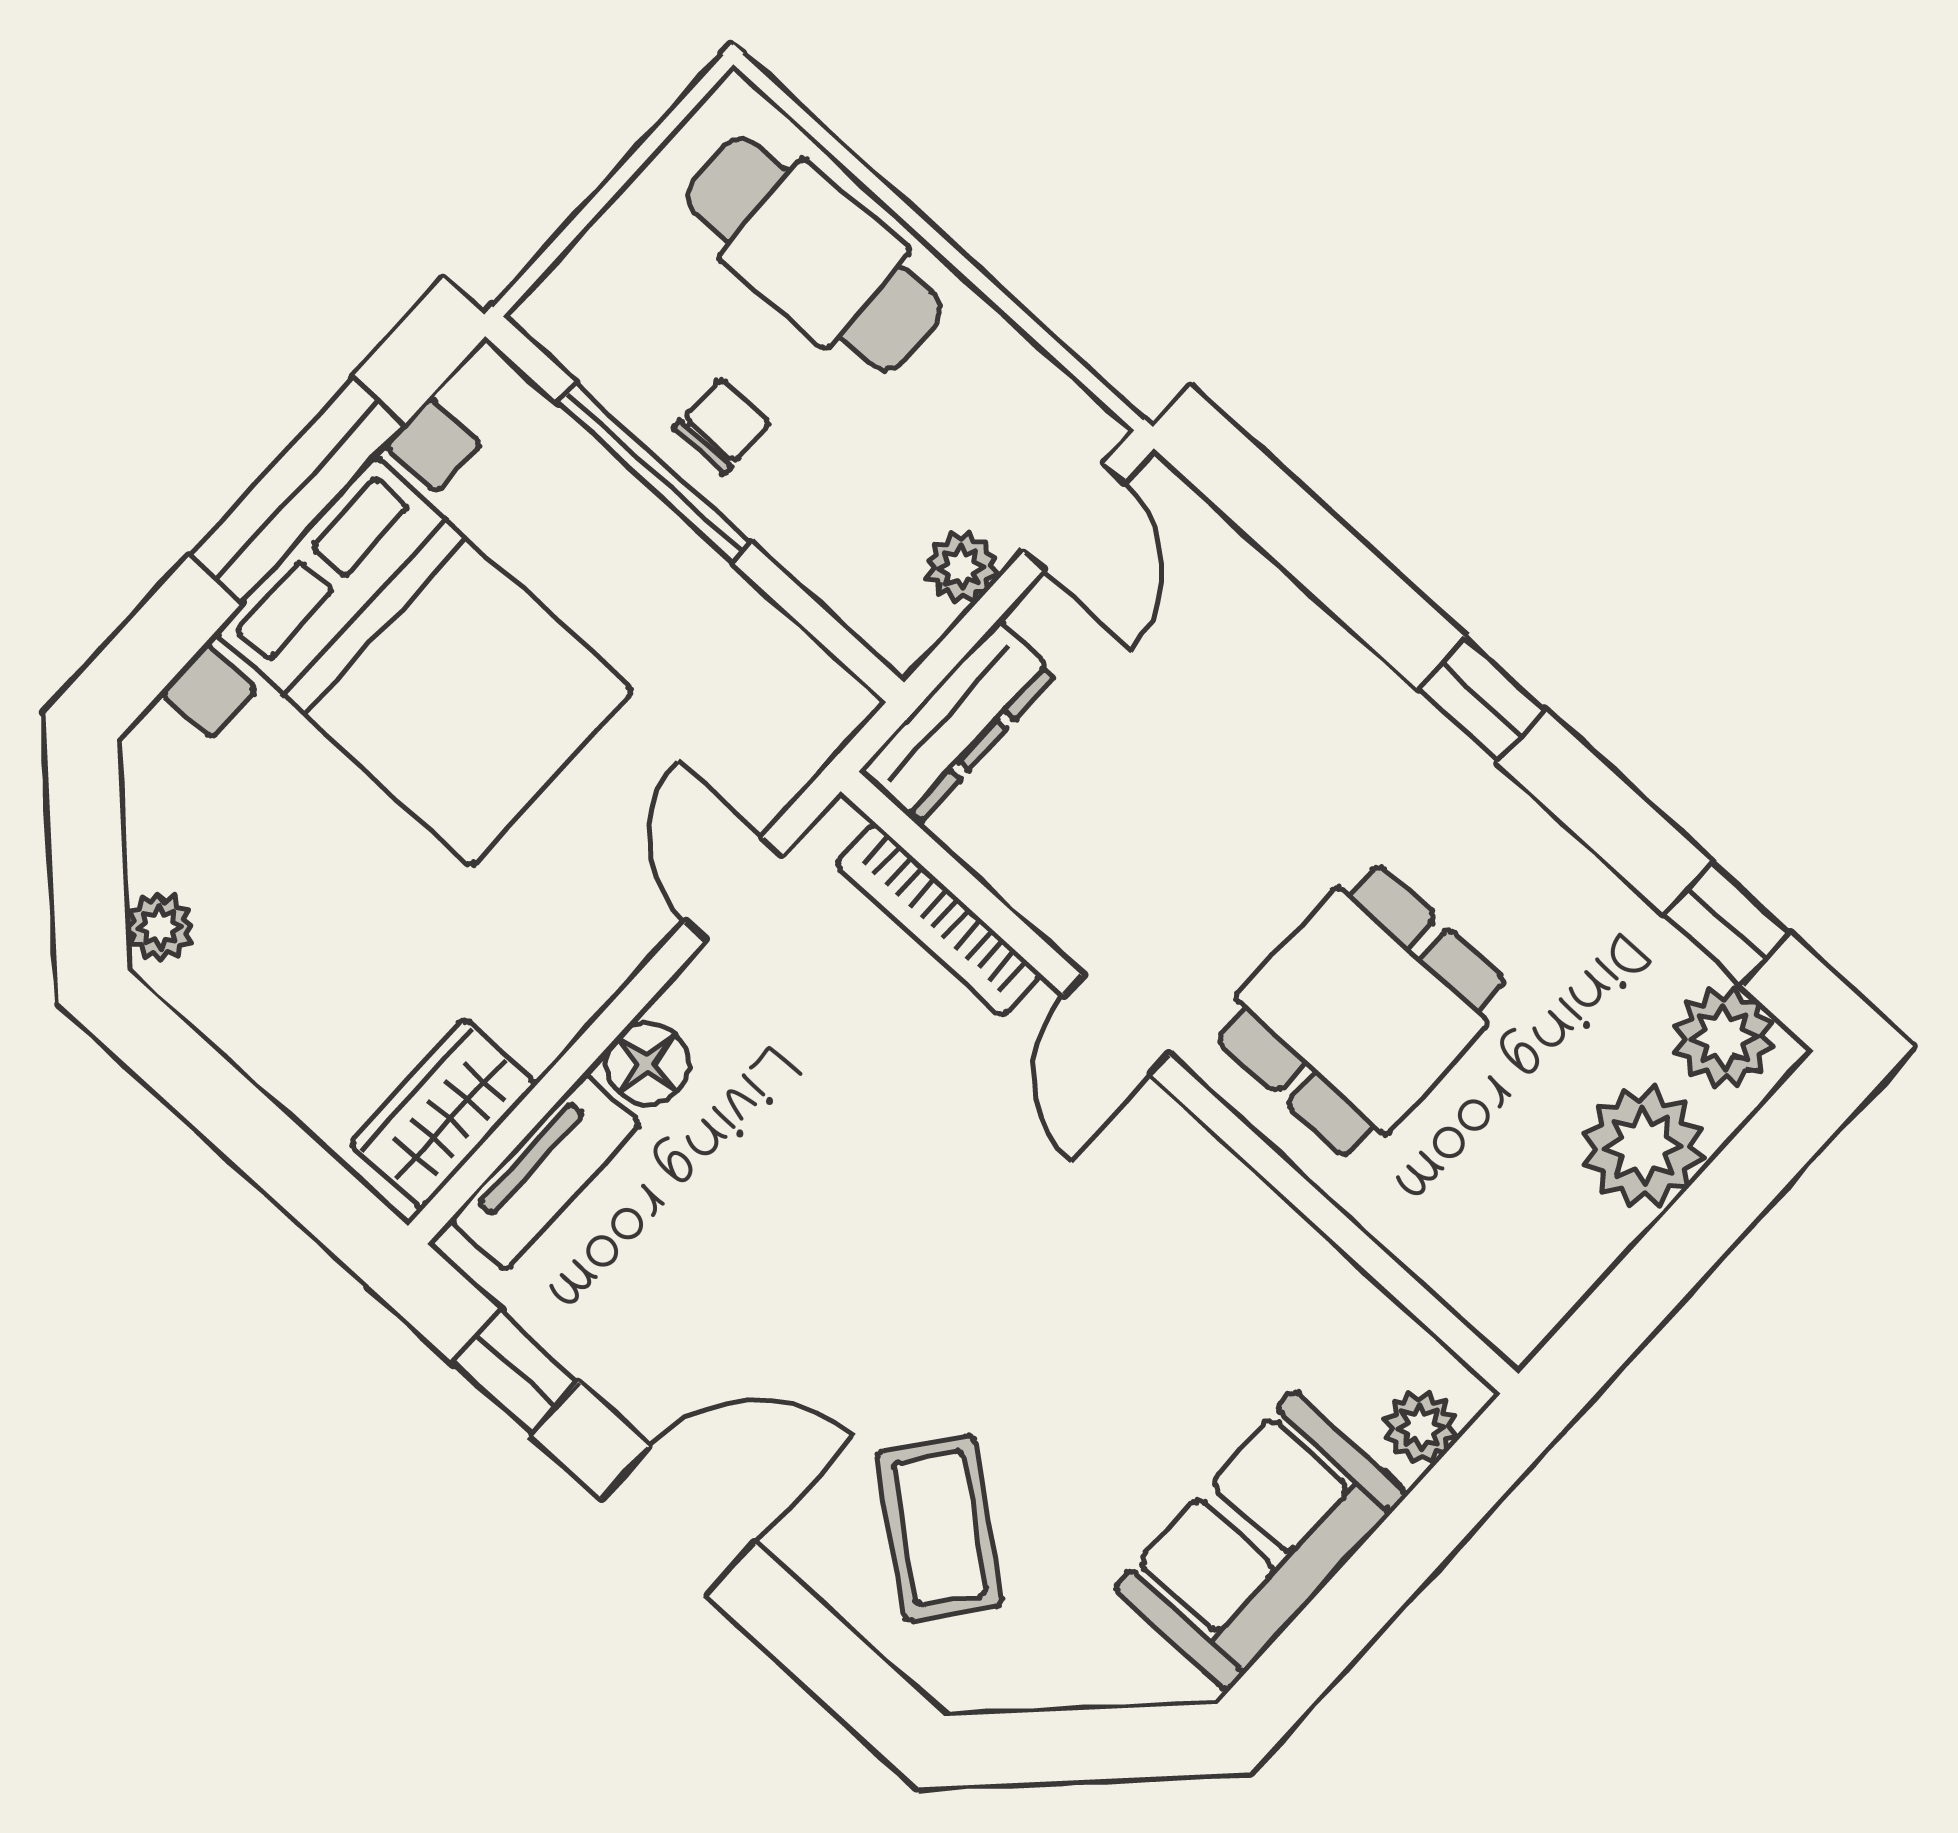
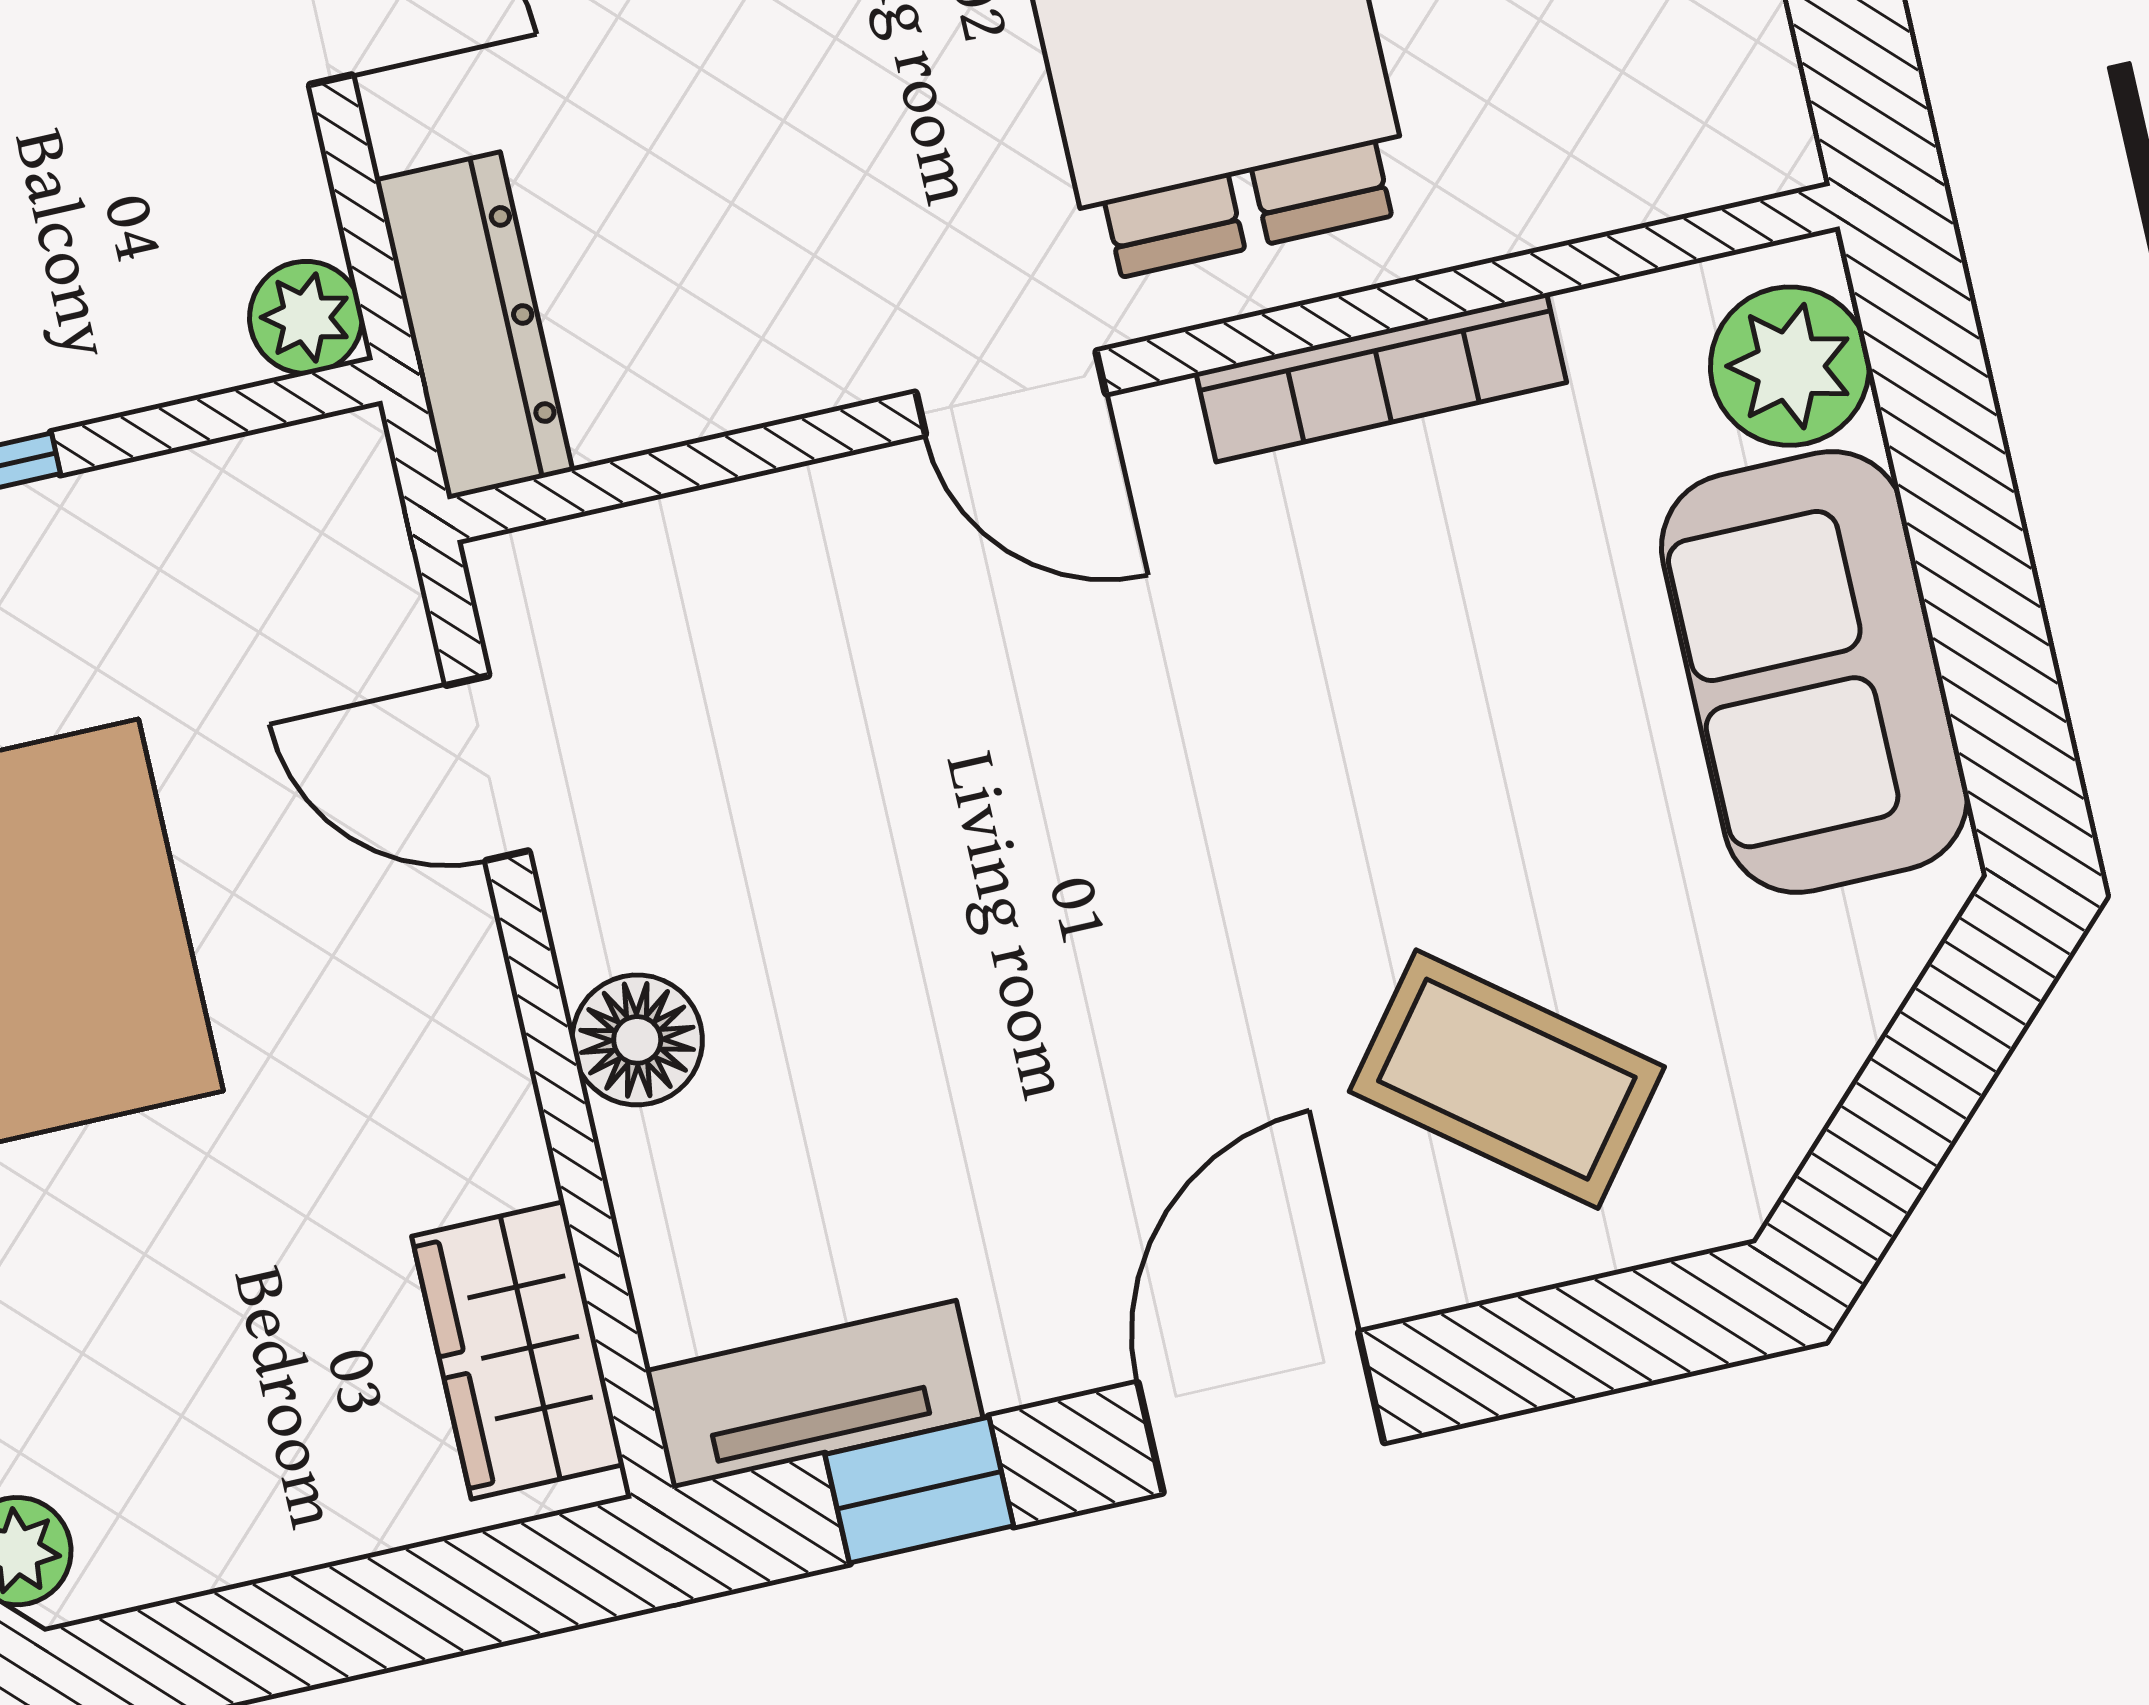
plant: (962, 567) -> (306, 317), moved
bookcase: (939, 920) -> (1381, 377), moved
tv unit: (545, 1172) -> (814, 1395), moved, turned -90
plant: (1420, 1427) -> (1790, 366), width x1.38, depth x1.38

